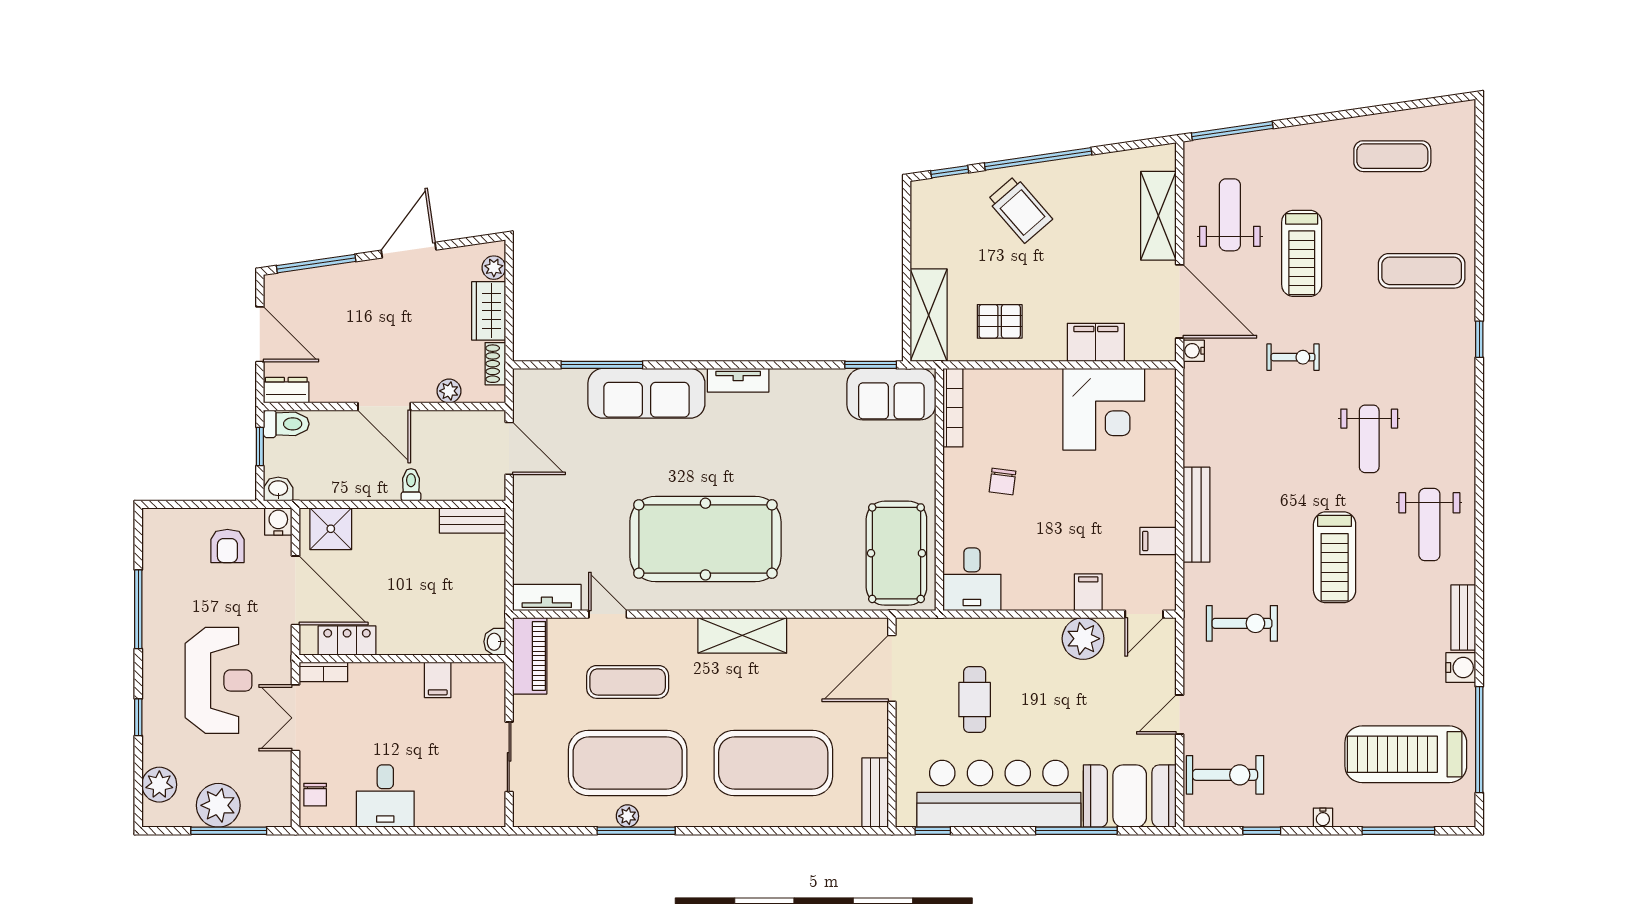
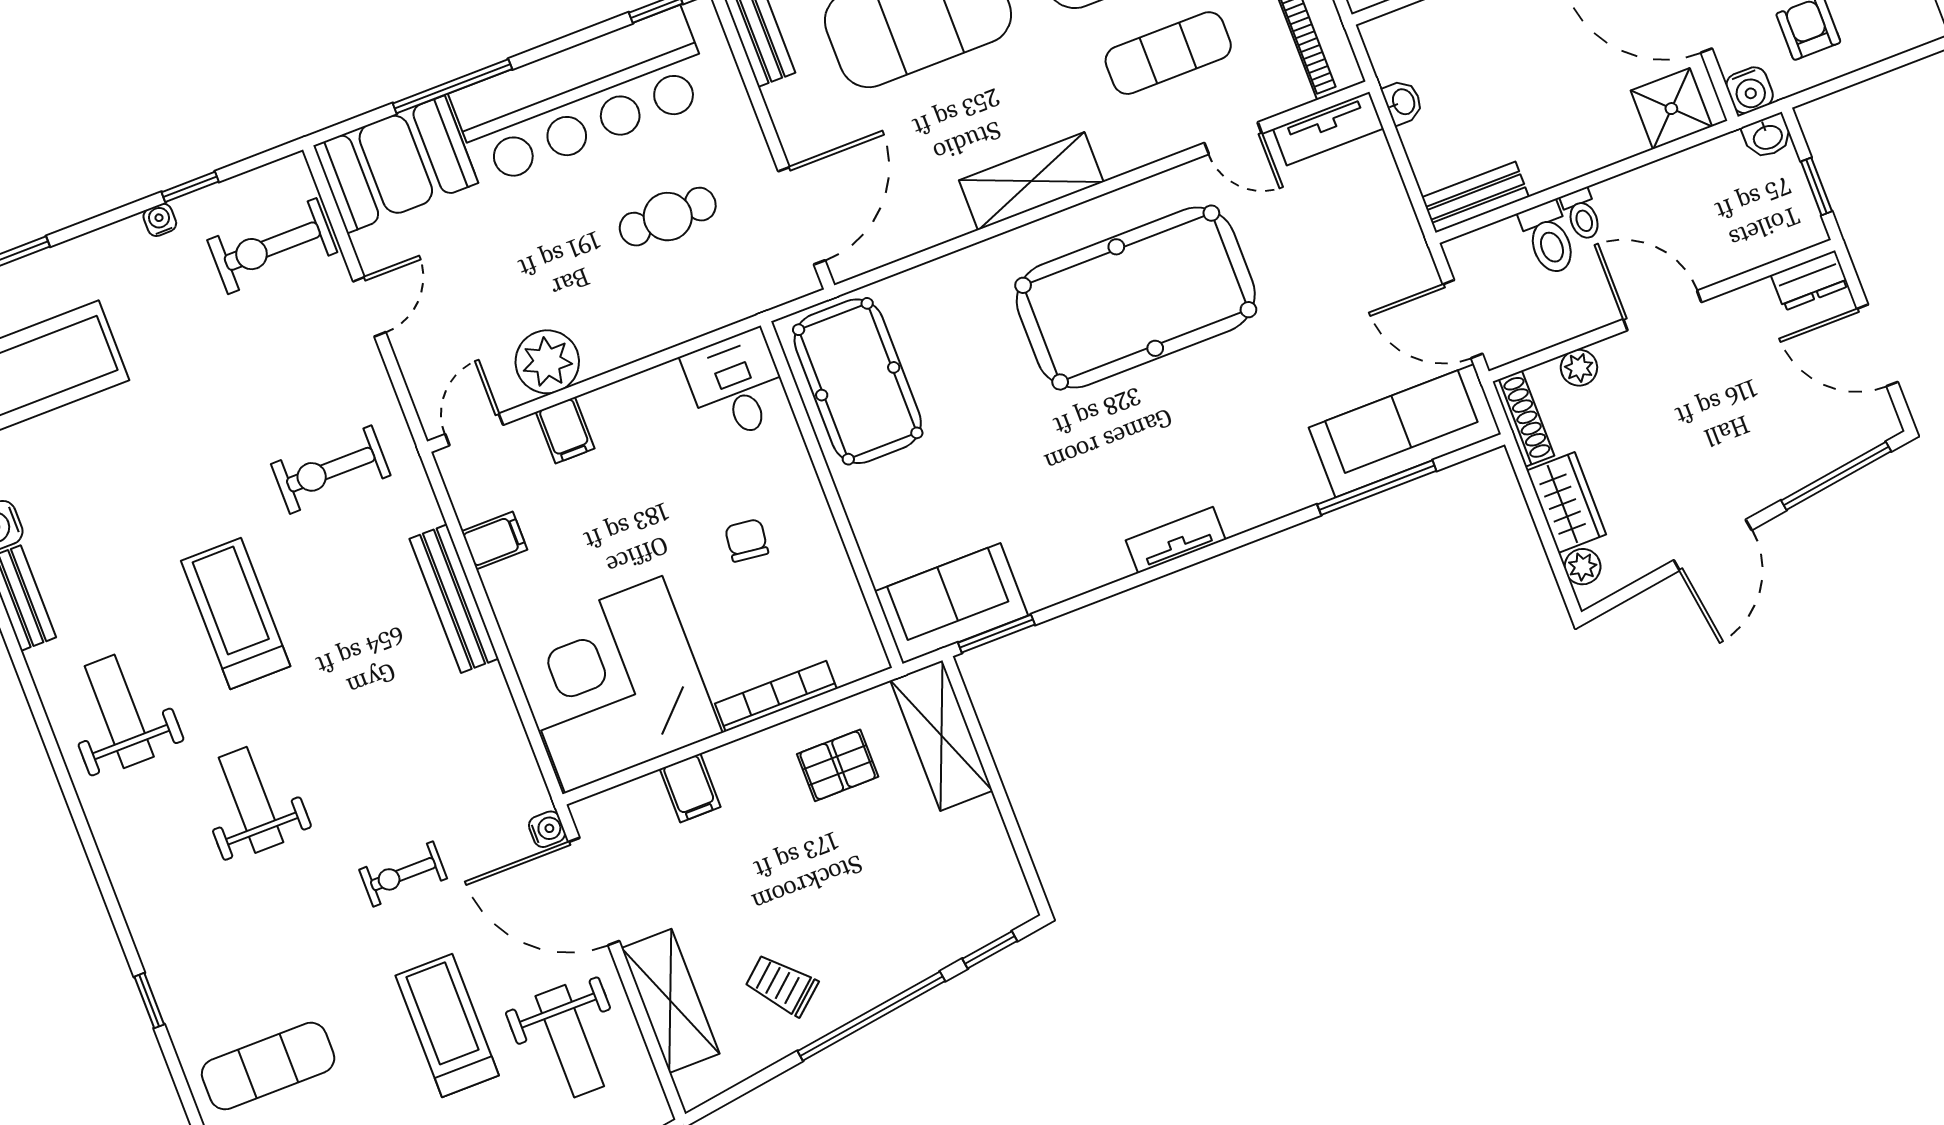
trolley: (1020, 209) -> (781, 985), moved, width x0.73, depth x0.72
filing cabinet: (1096, 342) -> (690, 788), width x0.50
shoe rack: (495, 364) -> (1523, 419), width x1.43
sofa: (646, 393) -> (1405, 431), moved
bookcase: (953, 408) -> (776, 696), moved, turned 90
corner desk: (1104, 409) -> (614, 685), width x1.36, depth x1.36
toilet: (286, 424) -> (1549, 238), moved, turned -90
washbasin: (495, 642) -> (1403, 102), moved
cafe table: (975, 700) -> (668, 217), turned 90
water cooler: (1323, 818) -> (160, 220), moved

